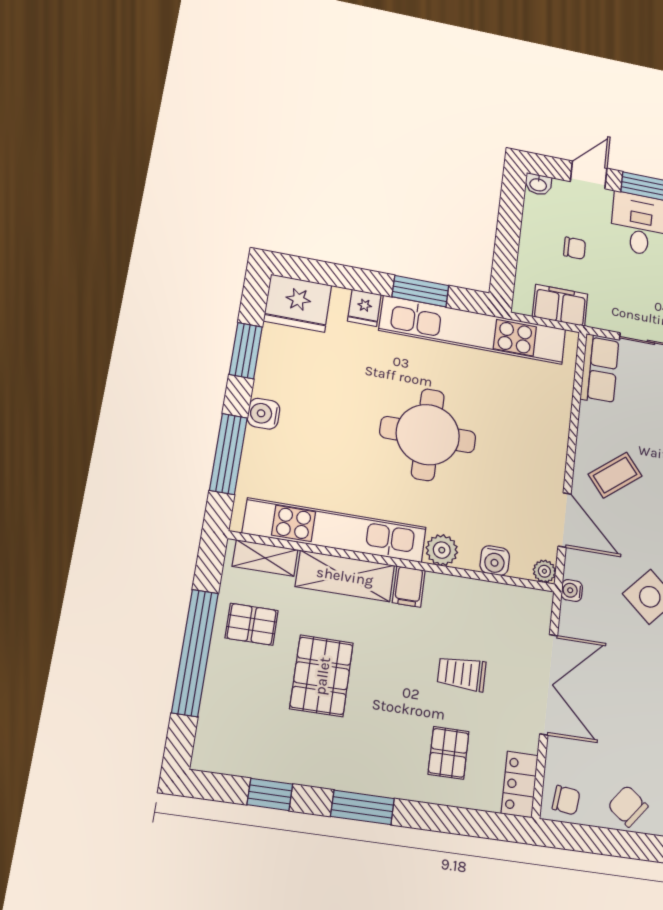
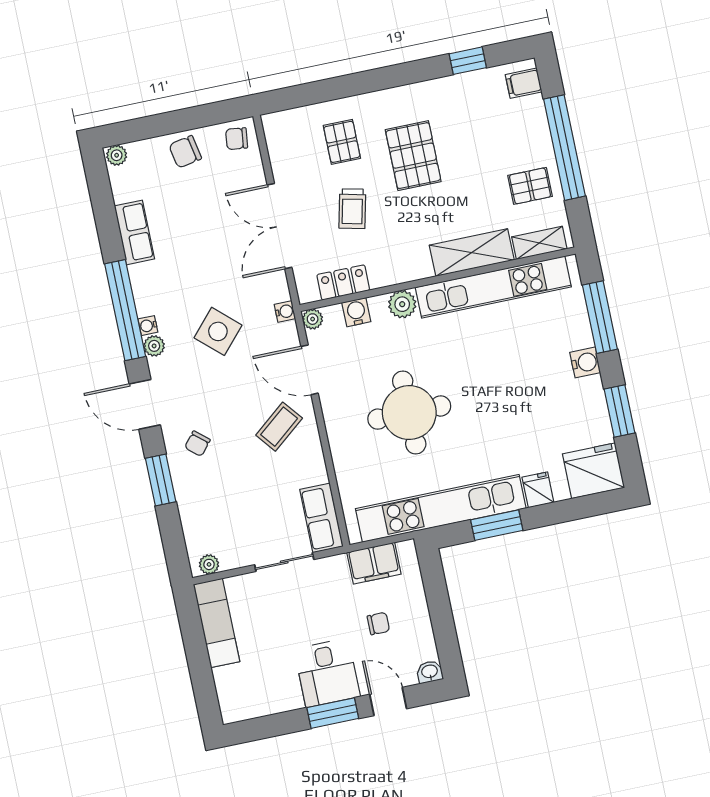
door: (589, 175) -> (388, 701), swing flipped
chair: (575, 248) -> (378, 624), turned 180
round table: (428, 435) -> (409, 413), moved
filing cabinet: (409, 587) -> (524, 83), moved, turned -90
trolley: (462, 674) -> (352, 209), turned 103
pallet: (322, 676) -> (413, 156), moved
locker: (520, 784) -> (343, 282), moved, turned -90
chair: (628, 806) -> (185, 152), turned 131
window: (362, 807) -> (394, 76), removed

